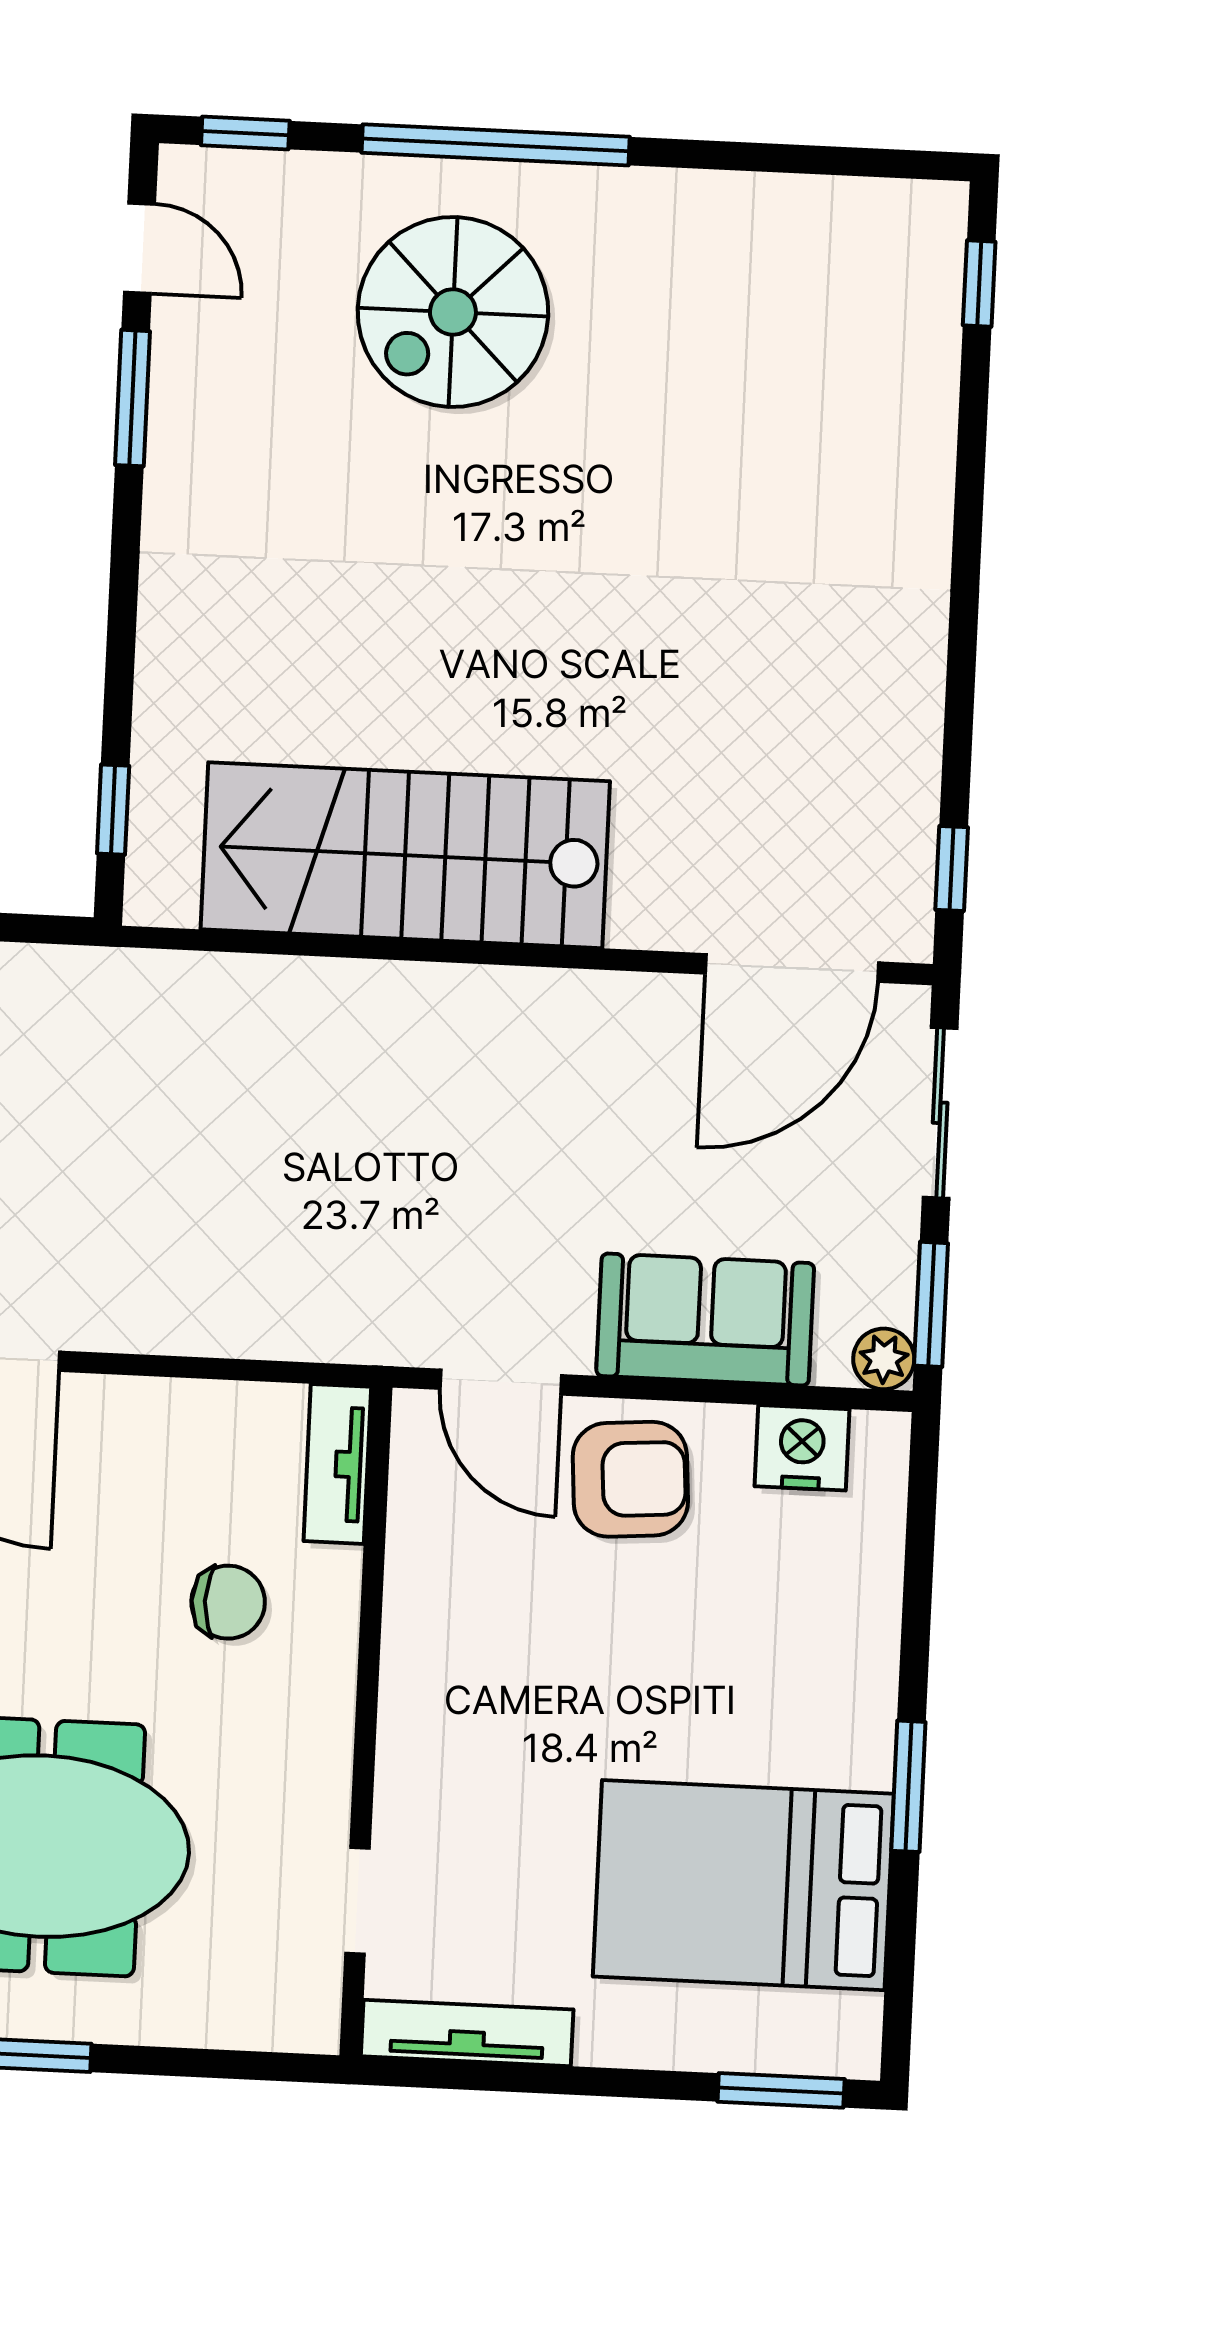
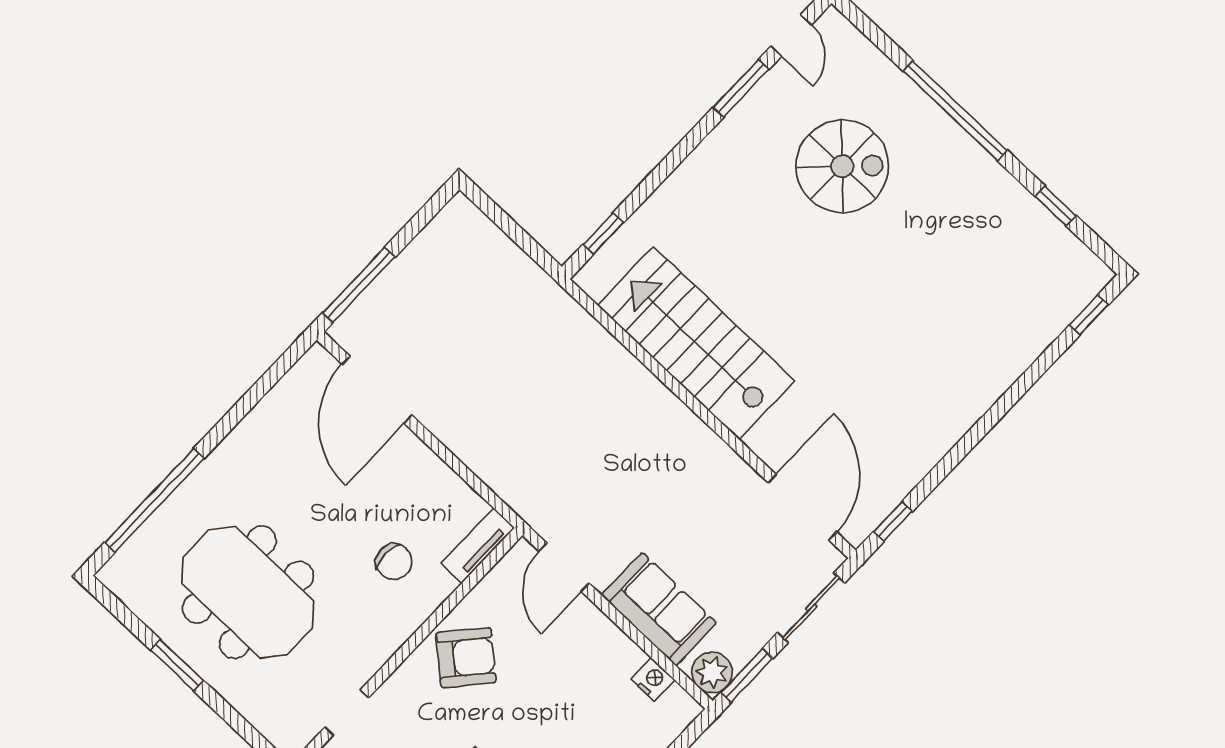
window: (245, 133) -> (1056, 206), moved
spiral stairs: (453, 312) -> (842, 166), moved, turned 180
door: (792, 968) -> (803, 507), swing flipped
plant: (884, 1359) -> (712, 672), width x1.38, depth x1.38
nightstand: (802, 1448) -> (653, 679), width x0.74, depth x0.75
armchair: (630, 1479) -> (466, 658), moved, turned -45

